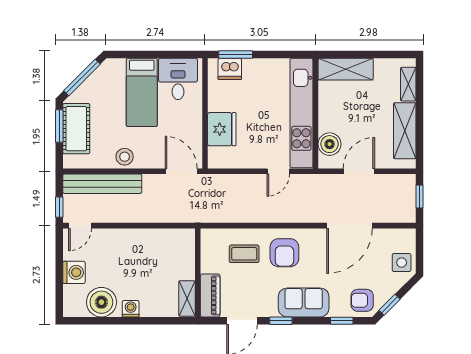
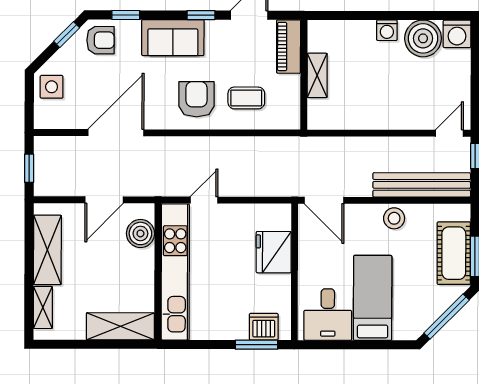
washing machine: (74, 272) -> (457, 34), moved, turned -90
shelving: (187, 299) -> (317, 75), moved

